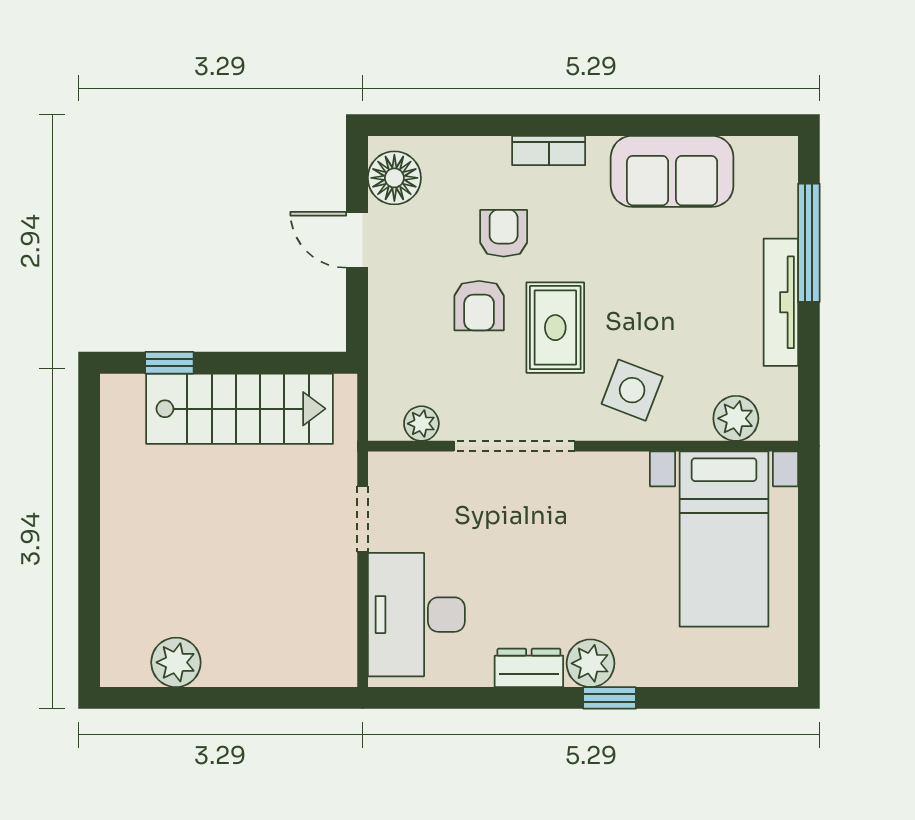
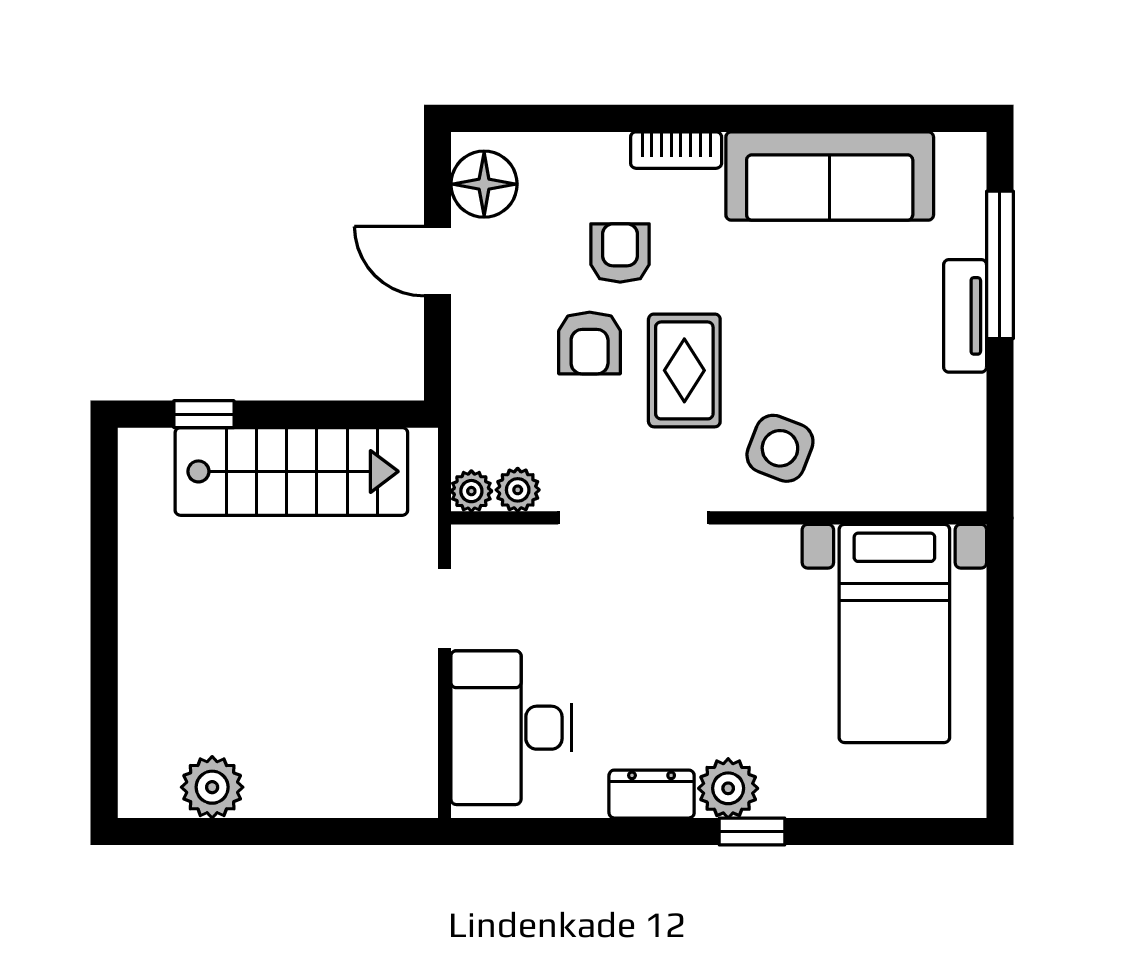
sofa: (672, 171) -> (830, 176), width x1.36
tv unit: (781, 302) -> (965, 316), width x0.71
plant: (736, 418) -> (471, 491), moved, width x0.73, depth x0.73

